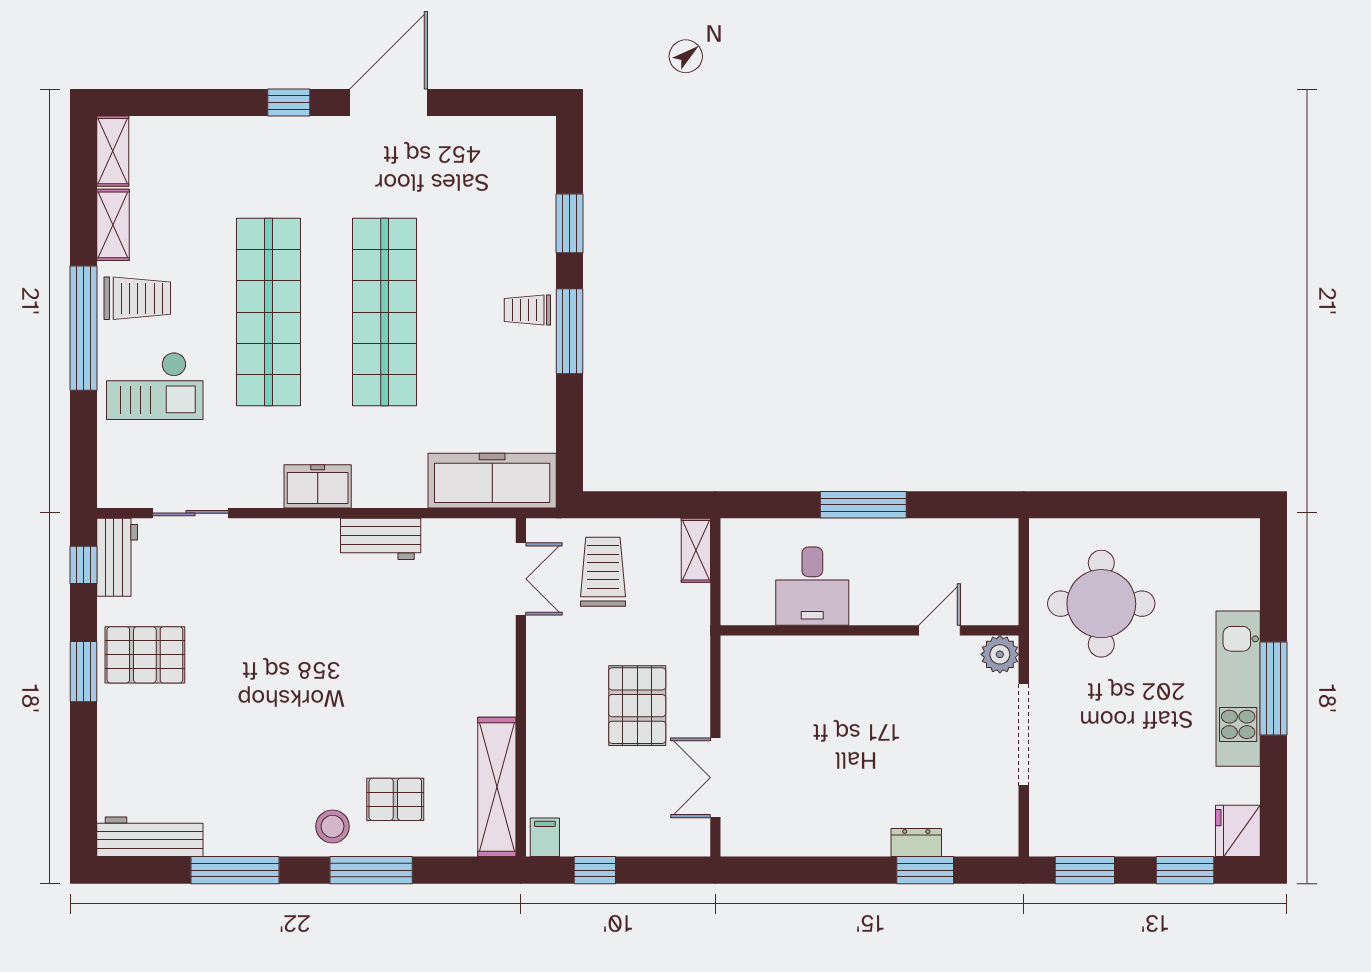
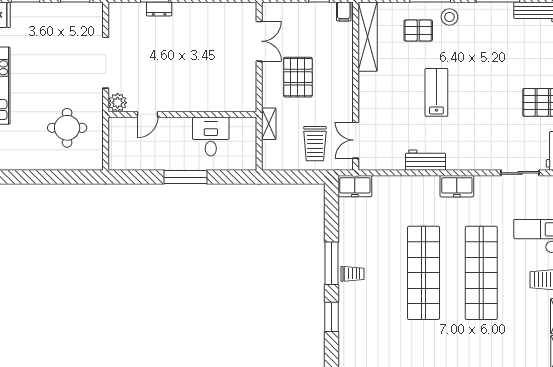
freezer: (492, 481) -> (355, 186), width x0.52, depth x0.79
shelving: (696, 550) -> (269, 124), moved
round table: (1101, 604) -> (67, 128), width x0.73, depth x0.73
lab bench: (359, 675) -> (436, 92), added

